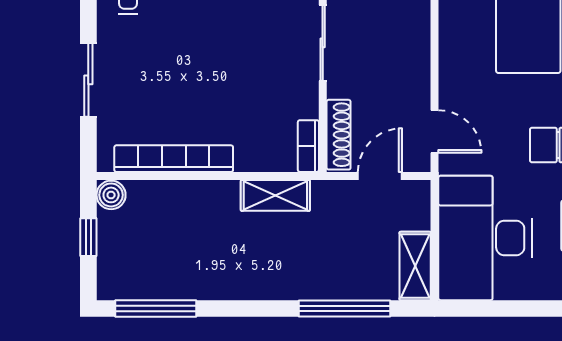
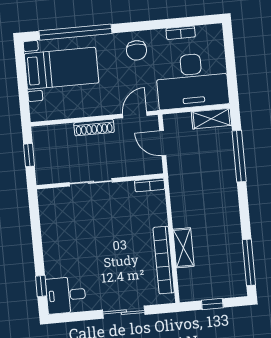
shoe rack: (339, 135) -> (94, 128), moved, turned 180
boiler: (111, 195) -> (187, 293), removed
shelving: (275, 195) -> (183, 248), moved

